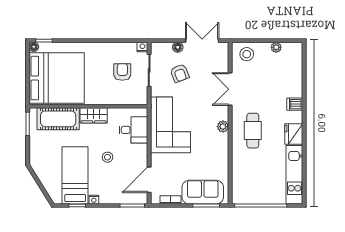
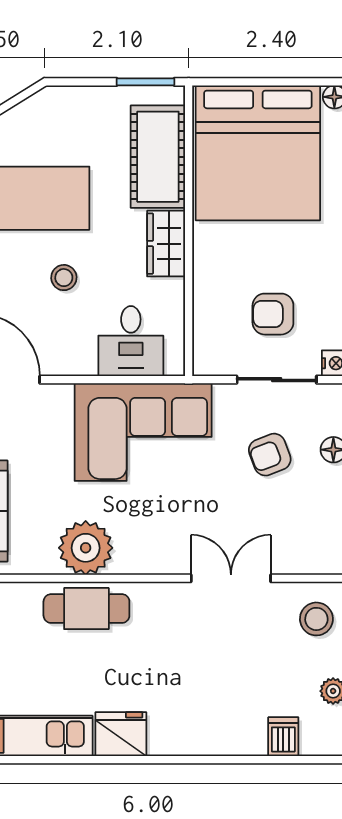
armchair: (122, 72) -> (273, 314), turned 180
dishwasher: (295, 104) -> (283, 737), moved
plant: (223, 127) -> (86, 548), moved, width x1.88, depth x1.88
cafe table: (253, 131) -> (86, 609), moved

